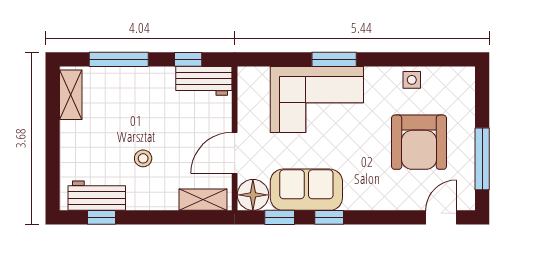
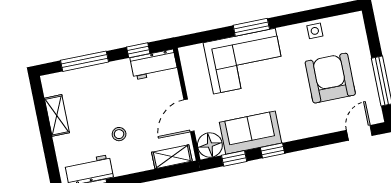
shelving: (71, 95) -> (57, 115), moved
armchair: (419, 142) -> (330, 78), turned 180

